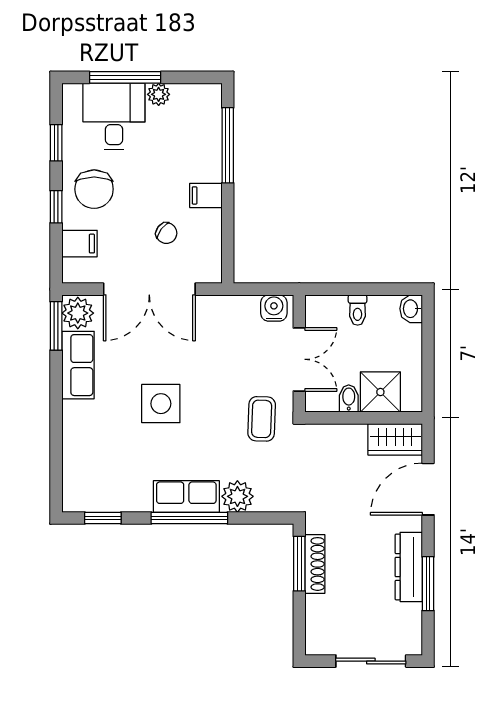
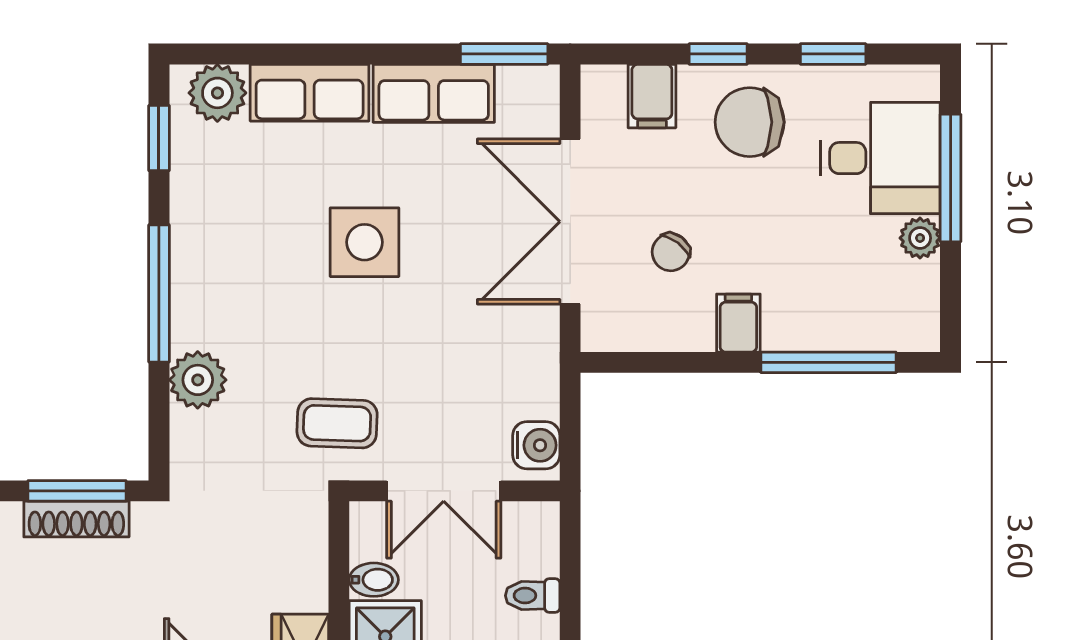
plant: (78, 313) -> (217, 93), moved
row of seats: (186, 496) -> (310, 93), moved, turned 90

